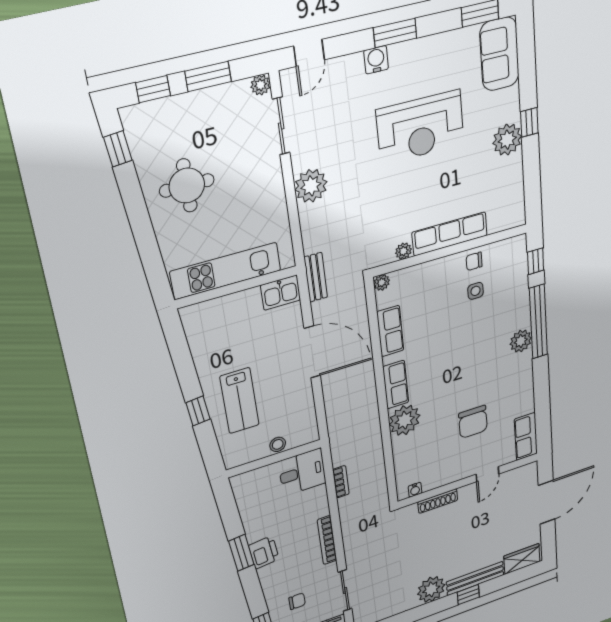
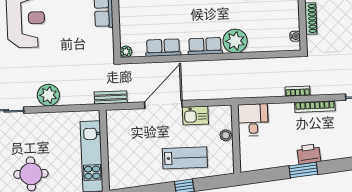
plant: (403, 251) -> (107, 35), removed
kitchen sink: (281, 293) -> (195, 115), moved, turned 90
bookcase: (341, 482) -> (298, 91), moved

